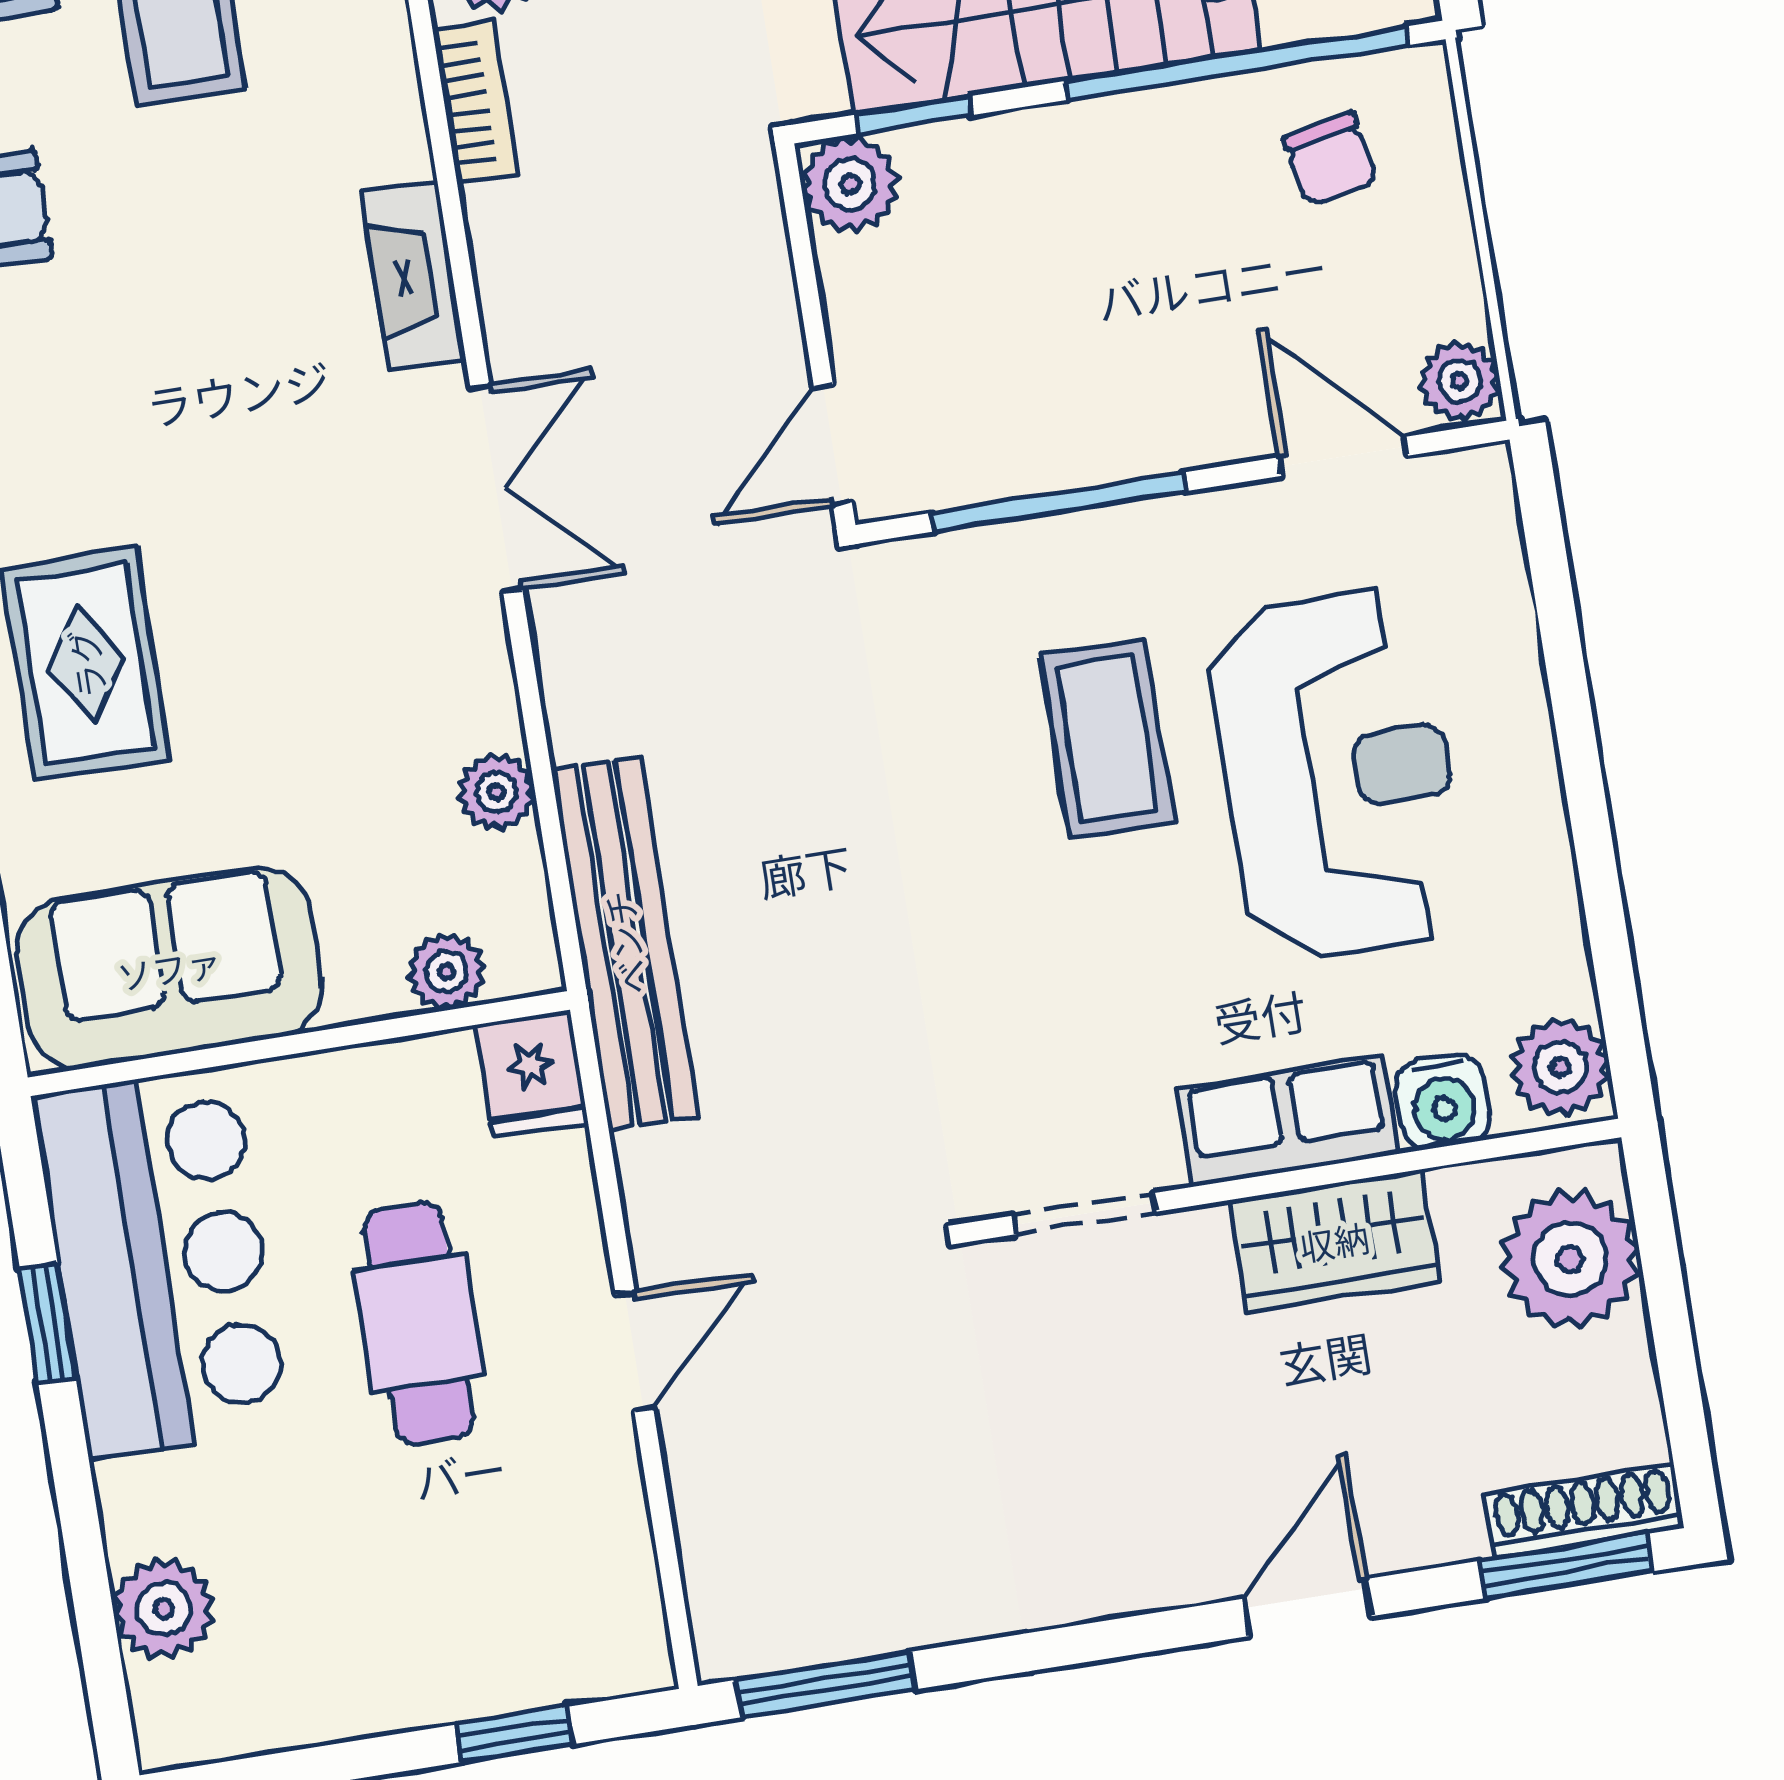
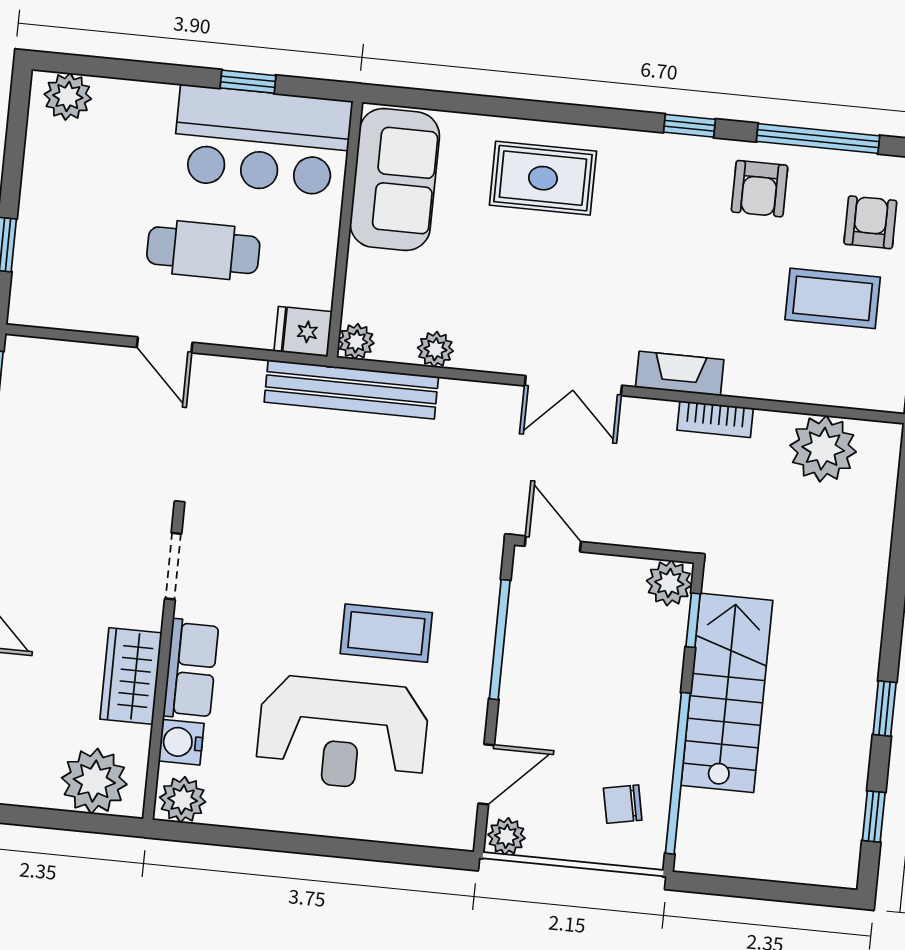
bookcase: (476, 102) -> (715, 419), moved
plant: (446, 972) -> (356, 341), moved
plant: (164, 1609) -> (68, 96), moved

